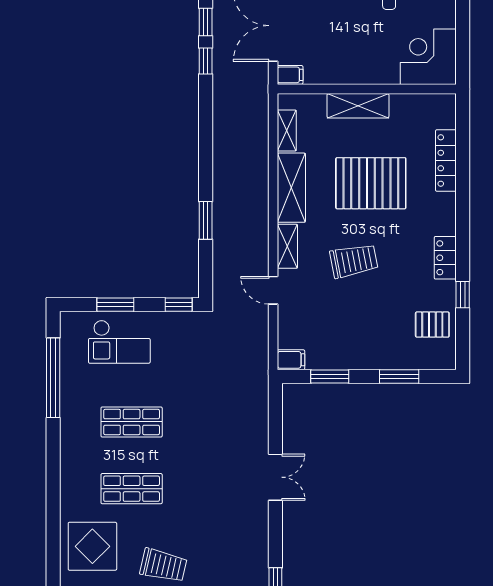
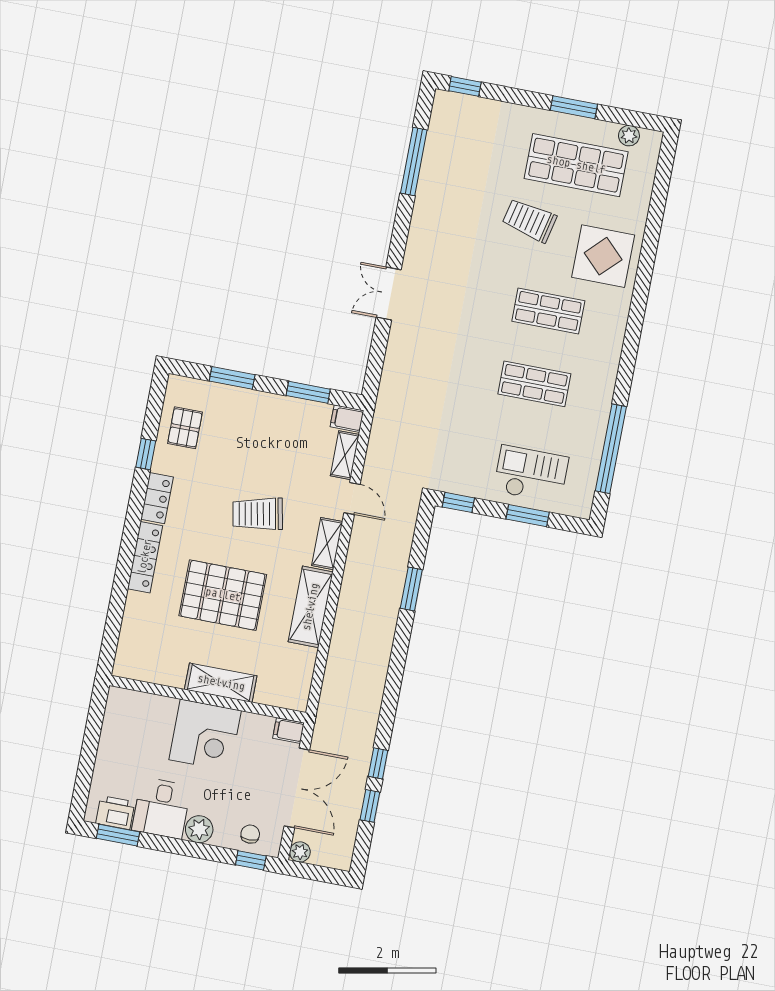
corner desk: (428, 57) -> (205, 735), moved
shelving: (287, 131) -> (345, 455), moved
locker: (446, 161) -> (145, 557), moved
pallet: (432, 325) -> (185, 428), turned 90

